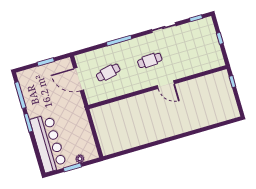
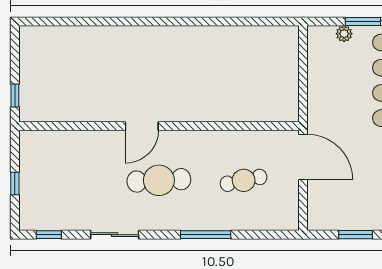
cafe table: (150, 60) -> (159, 180), width x1.37, depth x1.35
door: (79, 79) -> (303, 157), moved
door: (166, 85) -> (142, 126), swing flipped

